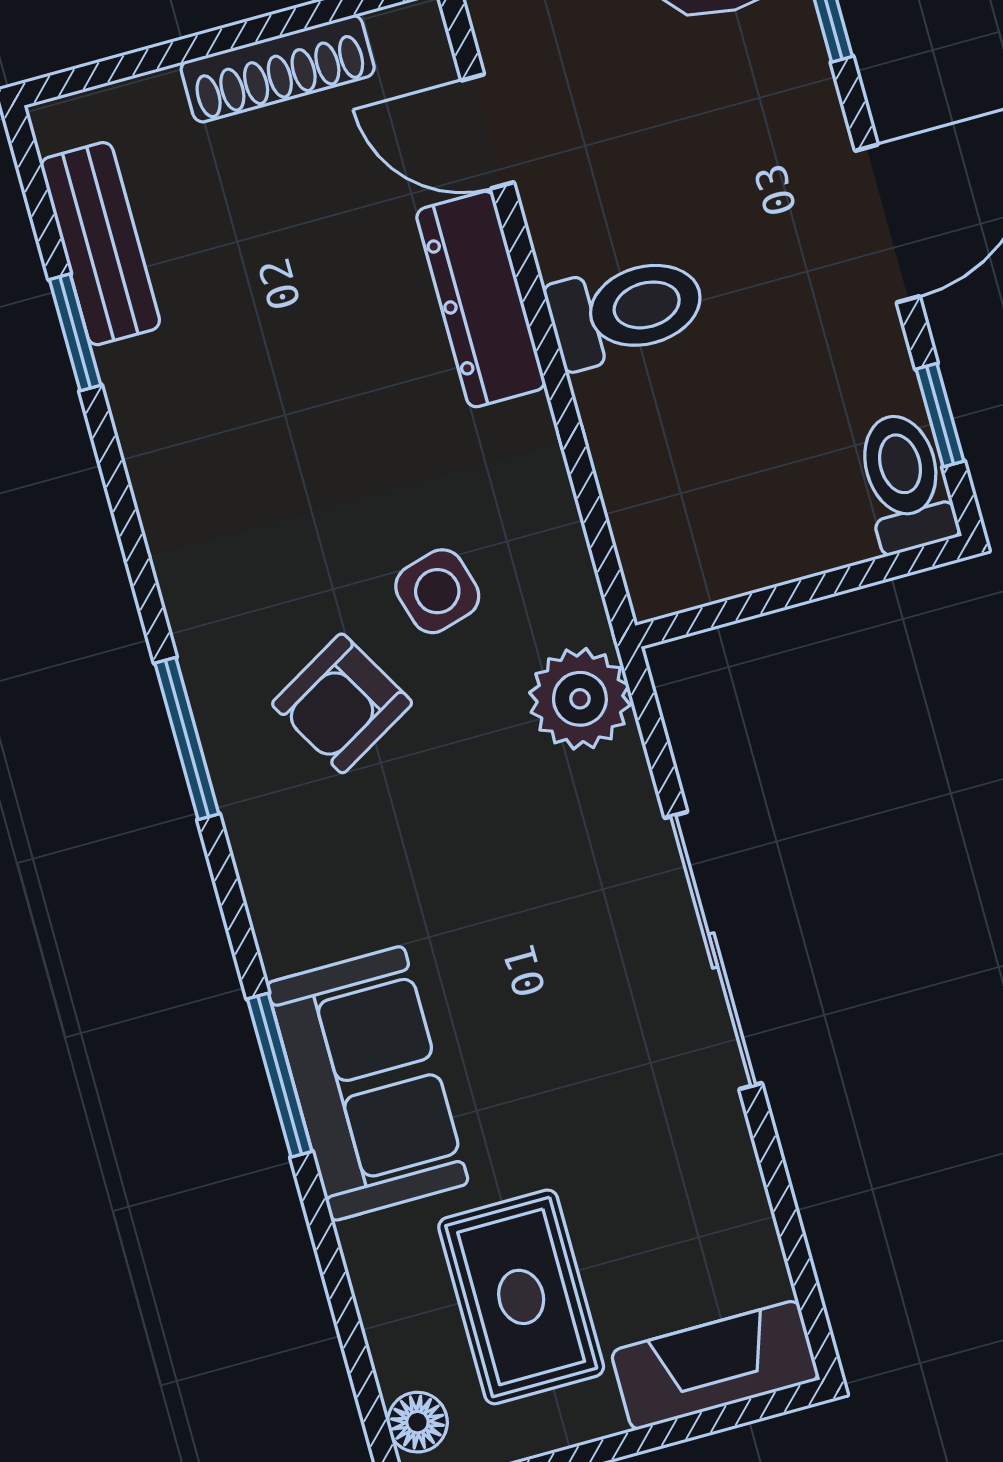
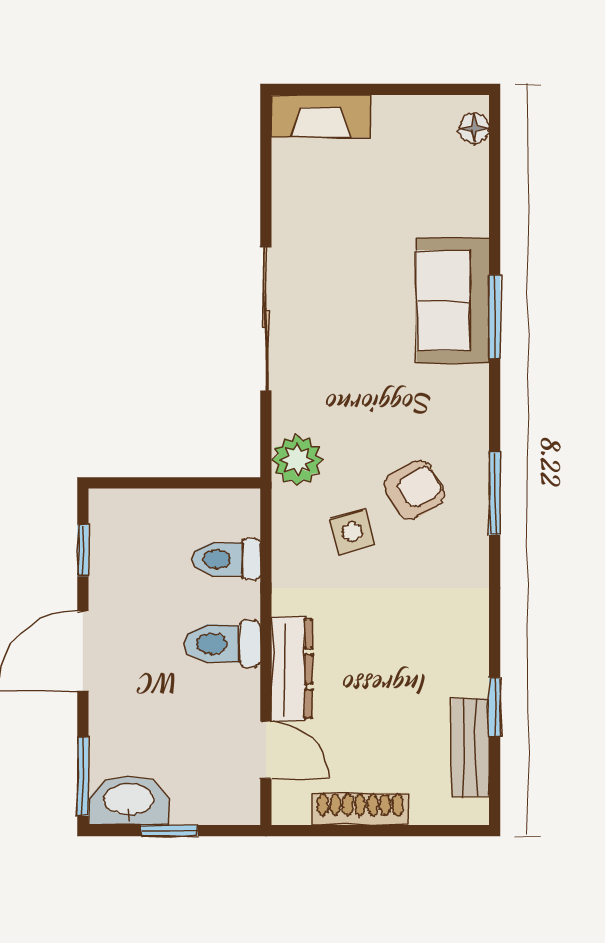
toilet: (905, 482) -> (226, 559), moved, turned 90
rug: (521, 1297) -> (407, 176), removed

